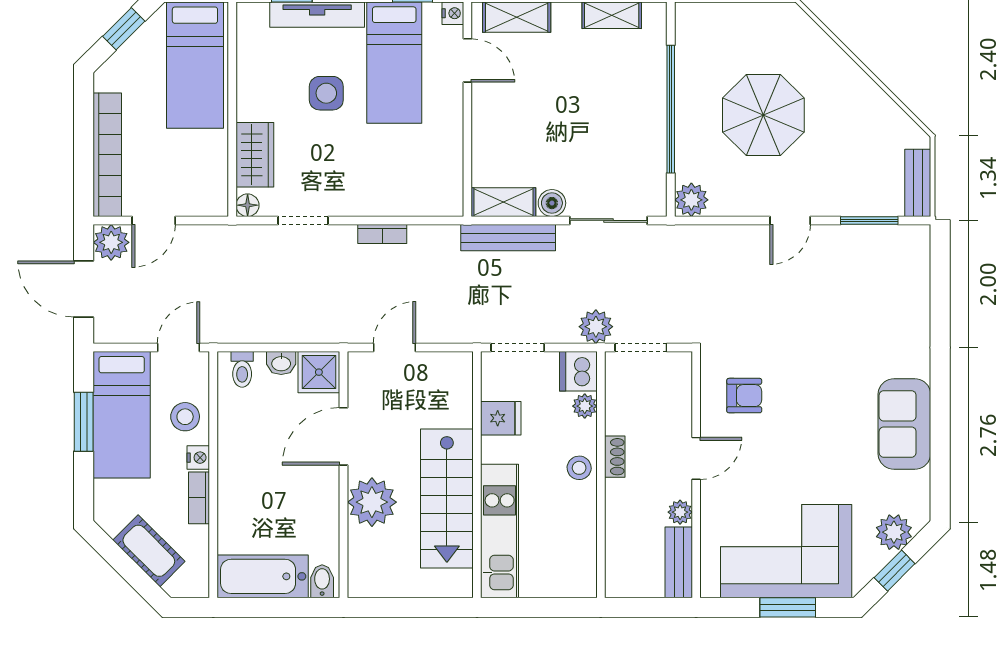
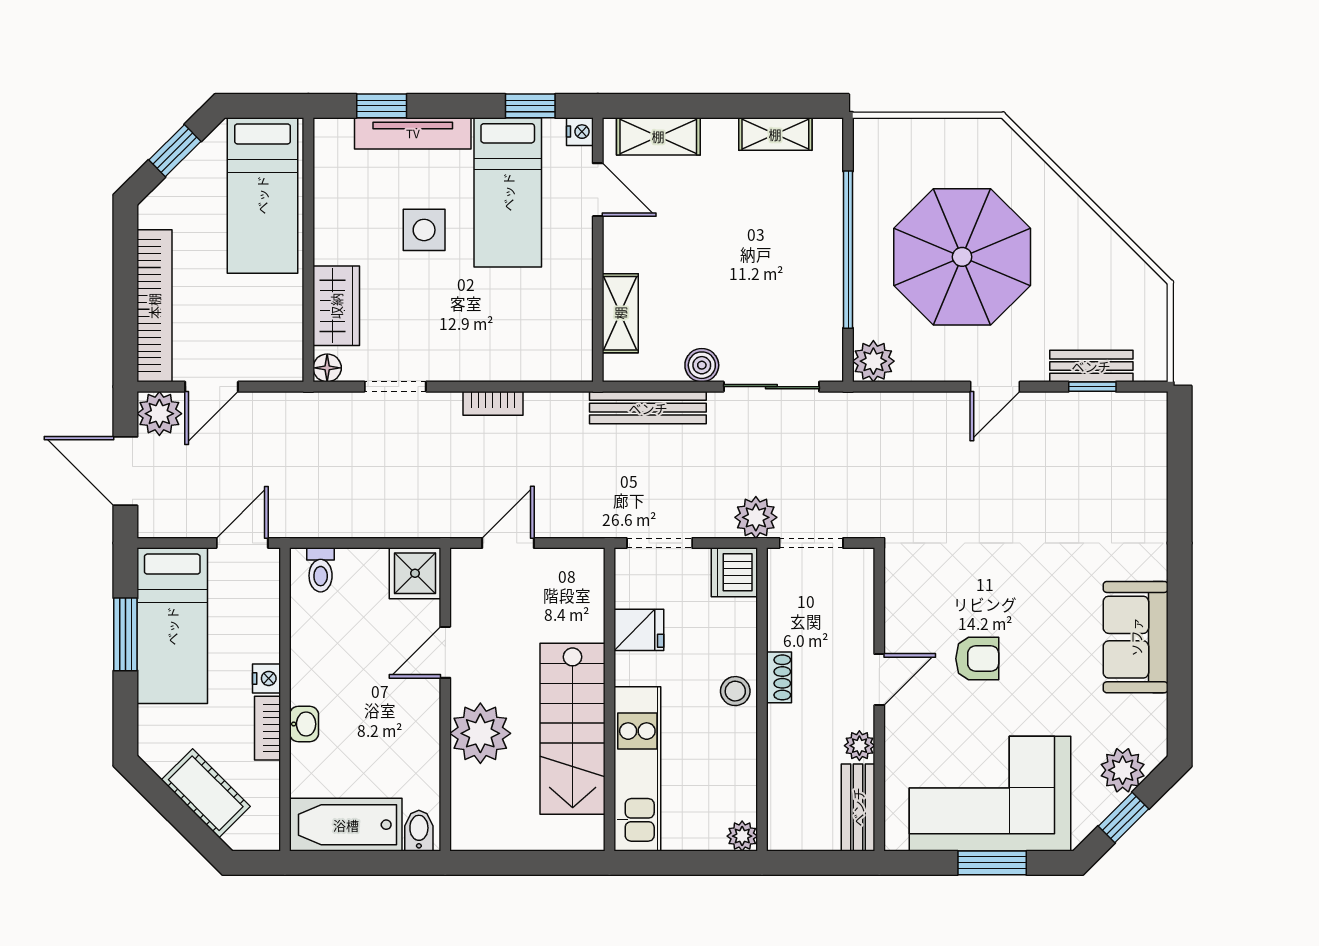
parasol: (763, 115) -> (962, 257), width x1.36, depth x1.36
bench: (918, 183) -> (1091, 366), moved, turned 90
shelving: (503, 202) -> (620, 313), moved, turned 90
window: (869, 220) -> (1092, 387), width x0.67
washbasin: (281, 363) -> (304, 724), moved, turned -90
armchair: (744, 396) -> (977, 659), moved
plant: (585, 406) -> (742, 836), moved
stool: (185, 417) -> (250, 628), removed
door: (343, 436) -> (445, 652), width x0.73

